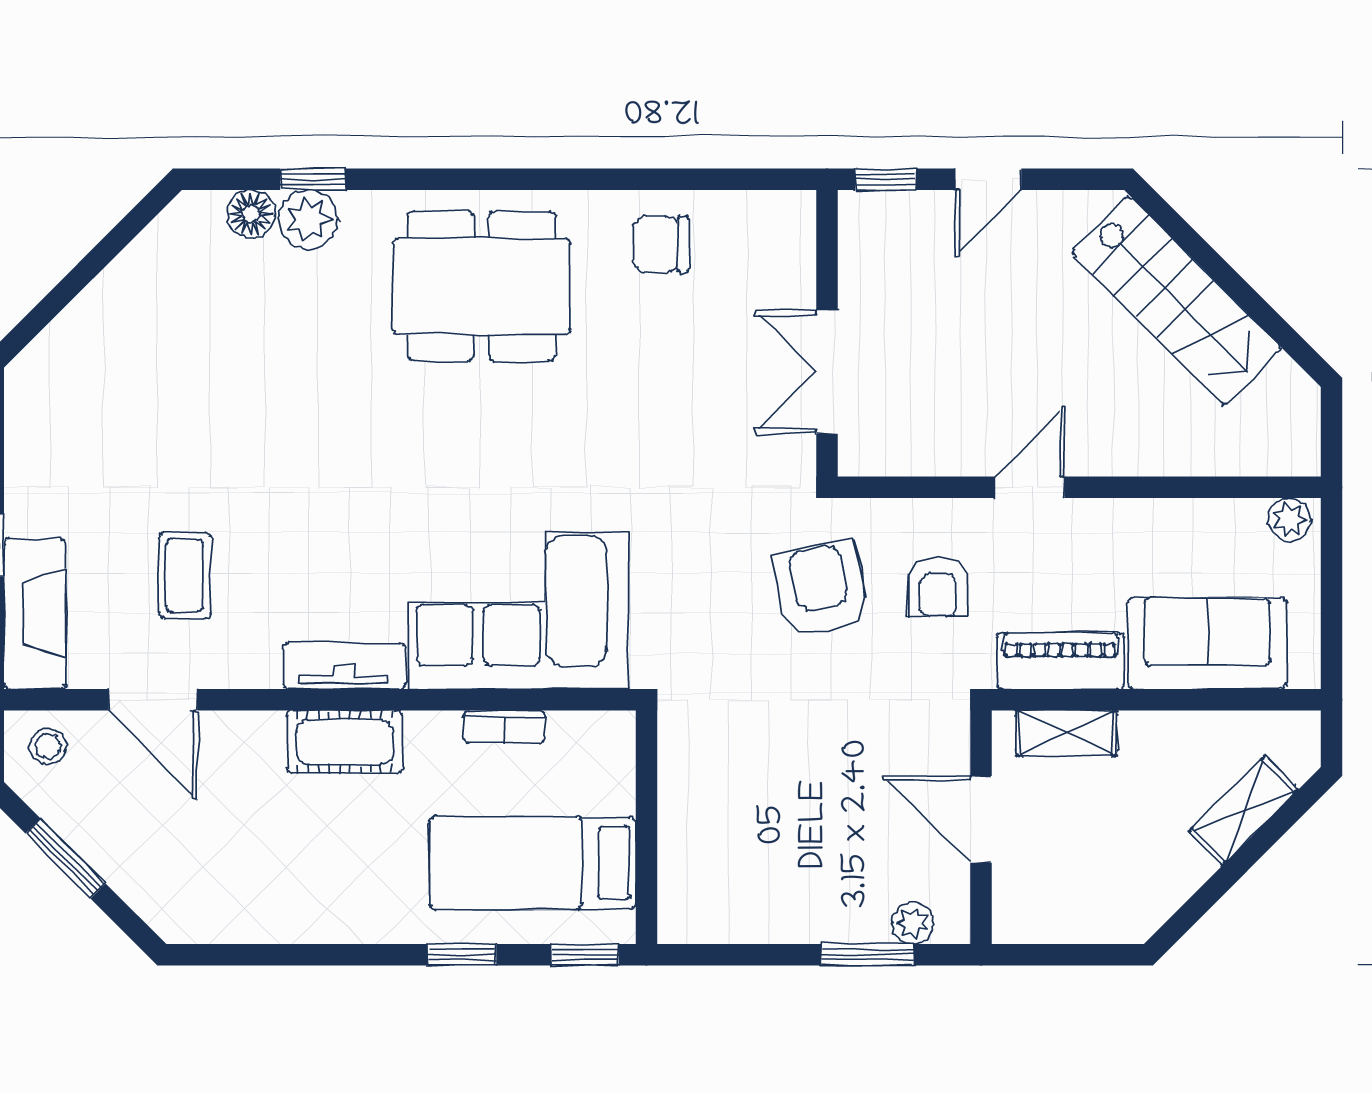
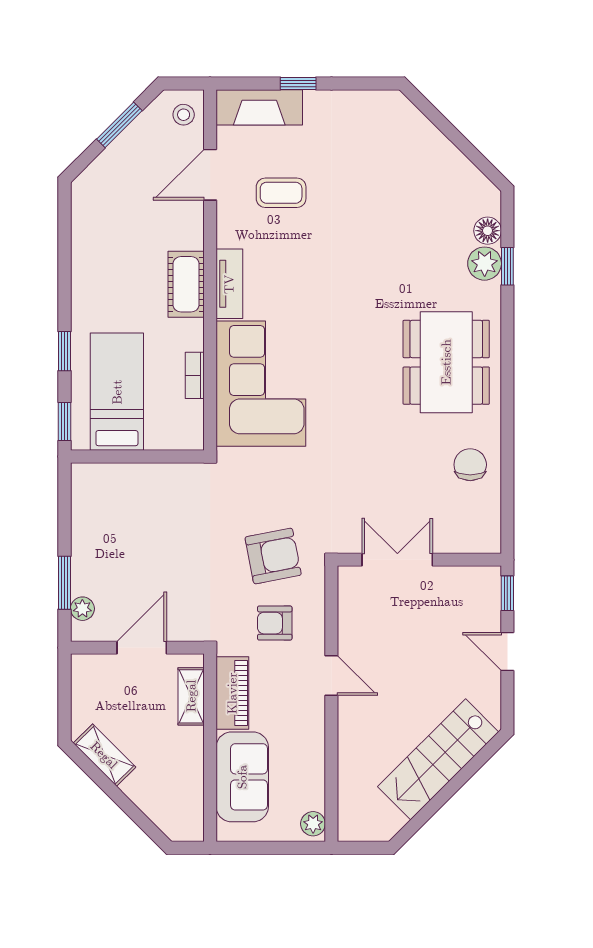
shelving: (1243, 811) -> (104, 755), moved

